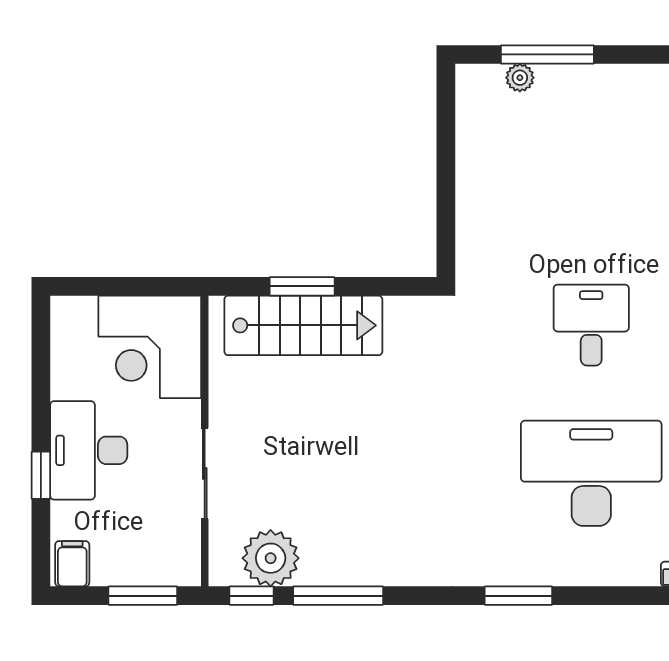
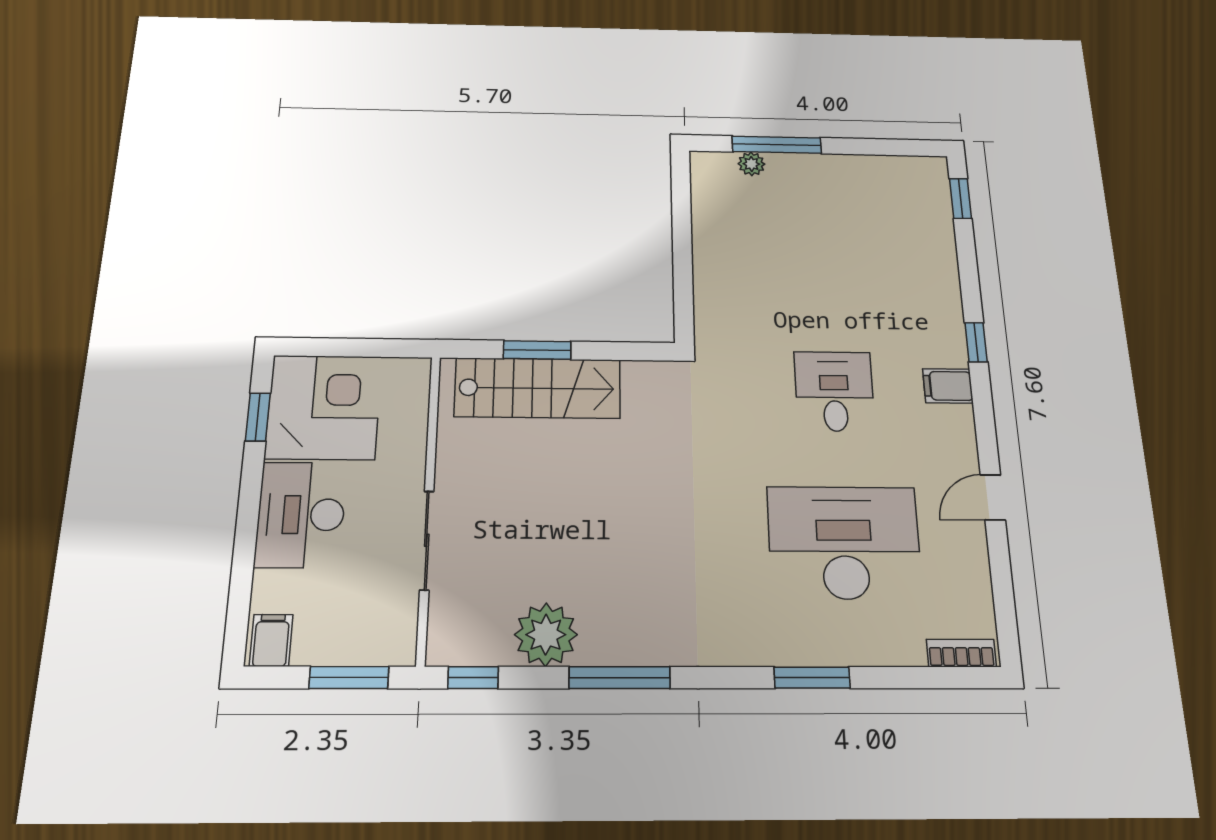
corner desk: (150, 347) -> (324, 407), moved, turned 180
window: (41, 475) -> (258, 417), moved
plant: (271, 558) -> (546, 635), moved
window: (338, 596) -> (620, 678), moved
window: (518, 596) -> (812, 678), moved

